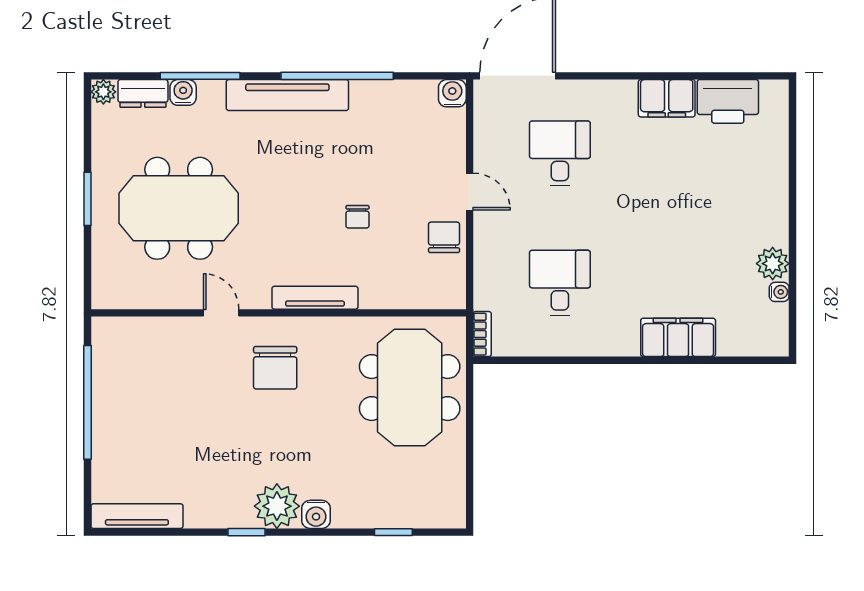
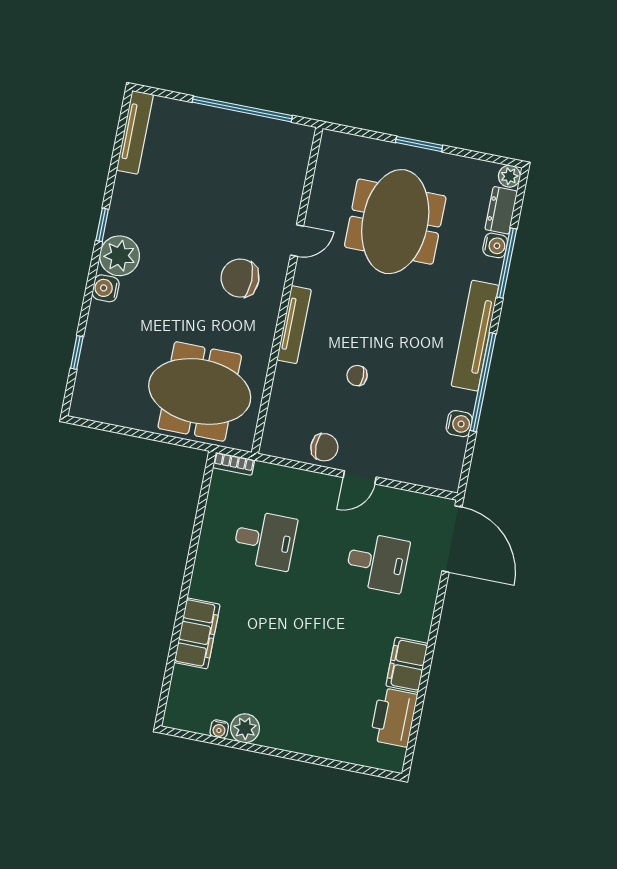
water cooler: (452, 93) -> (459, 424), moved

